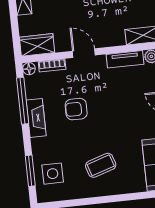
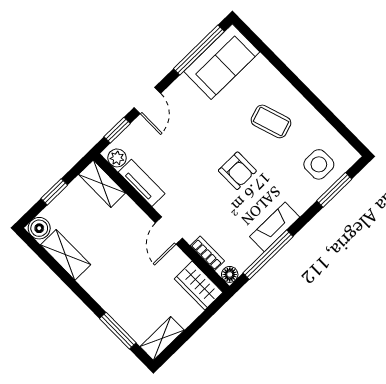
armchair: (76, 109) -> (237, 171), moved

